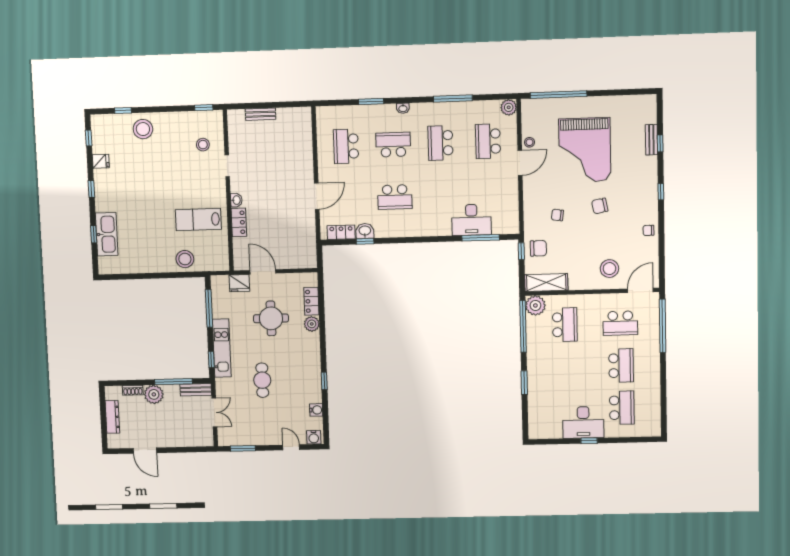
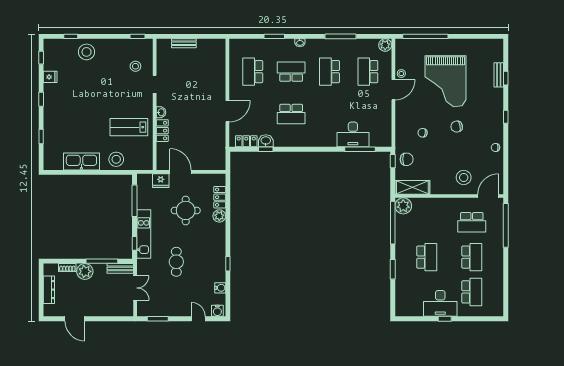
kitchen sink: (107, 234) -> (81, 161), moved, turned -90
school desk: (565, 325) -> (427, 257), moved

